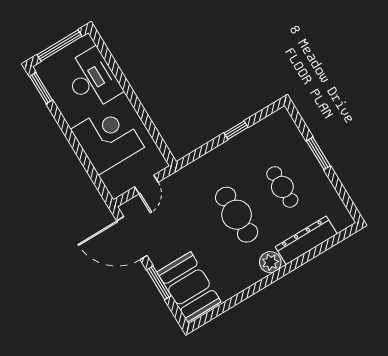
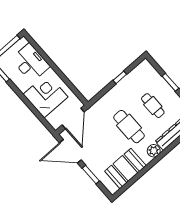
door: (146, 185) -> (73, 118), width x1.88
booth: (189, 287) -> (125, 168), moved, turned 90

